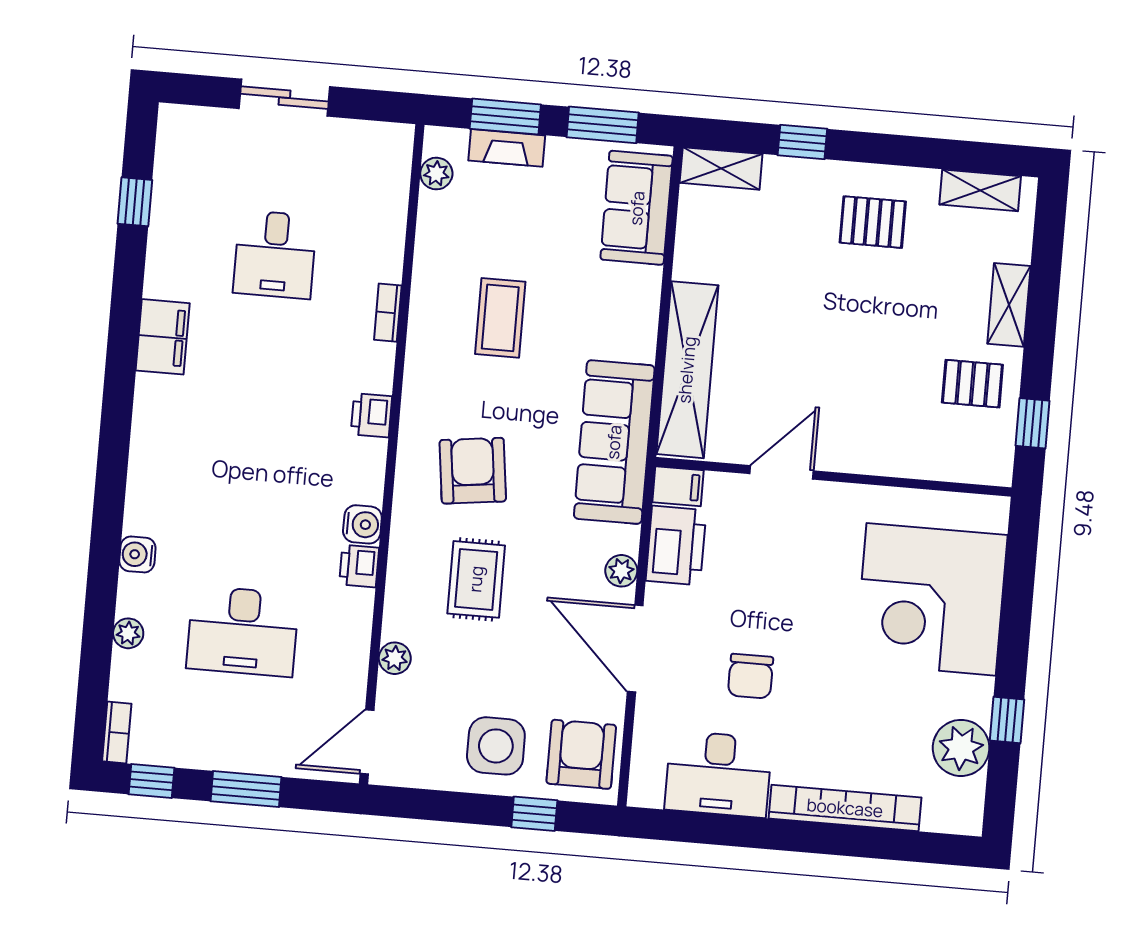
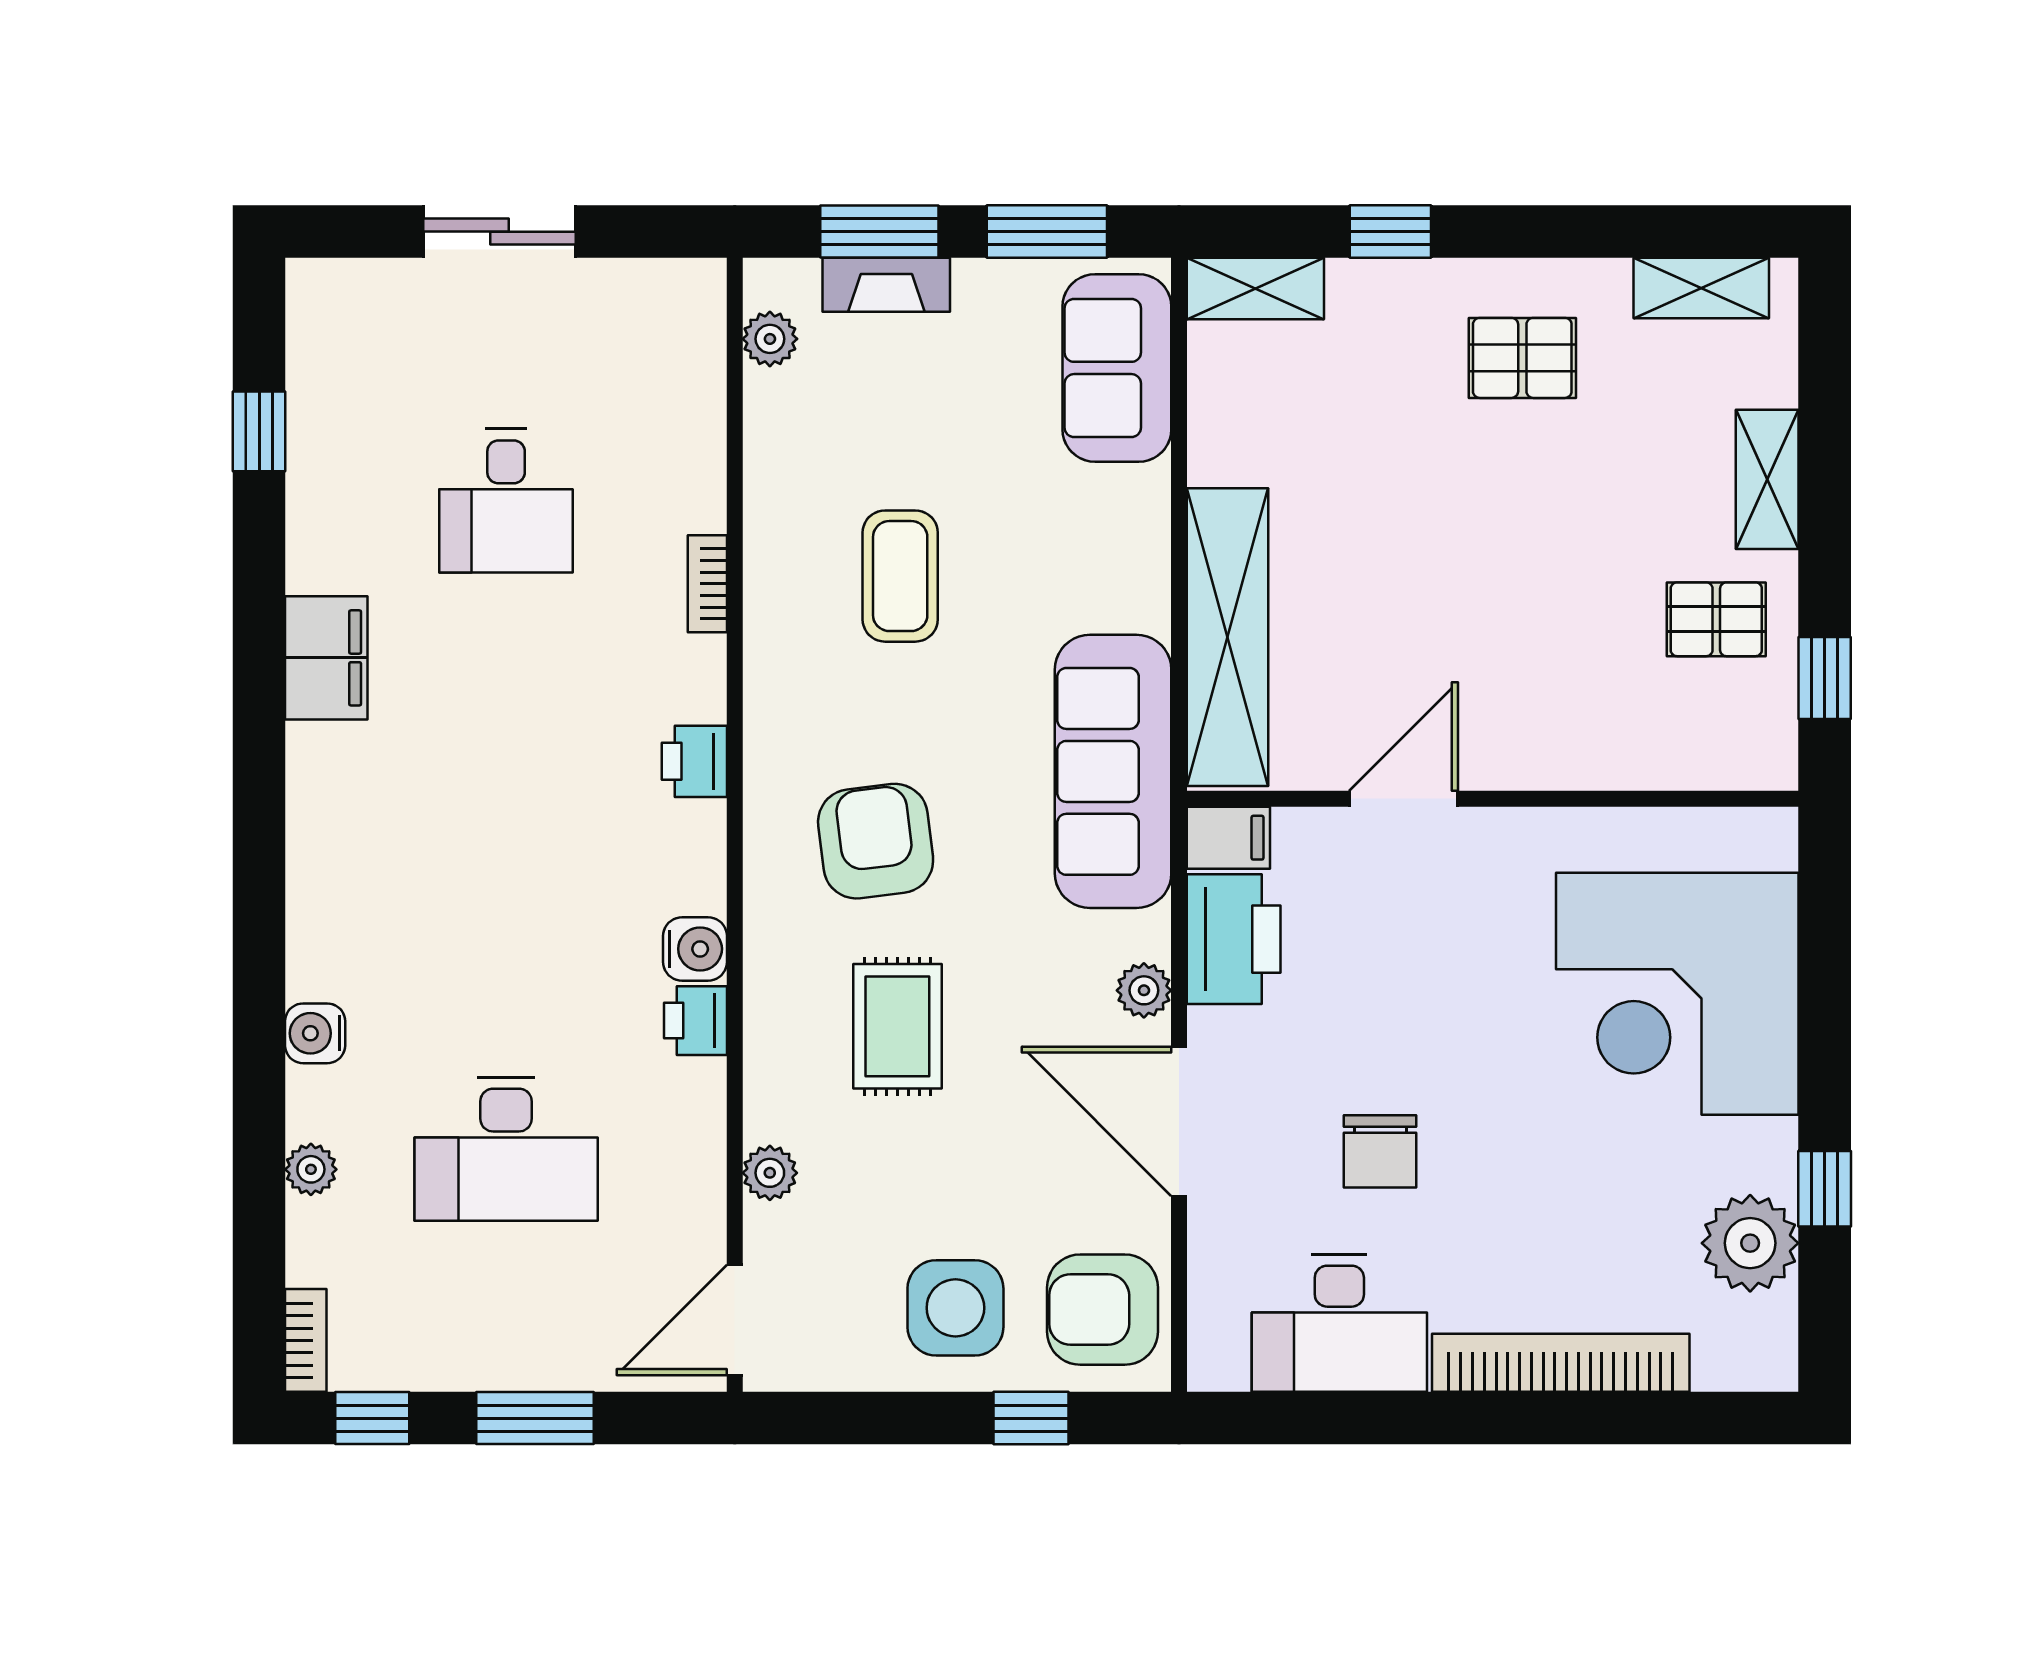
armchair: (581, 754) -> (1102, 1310), turned -90

